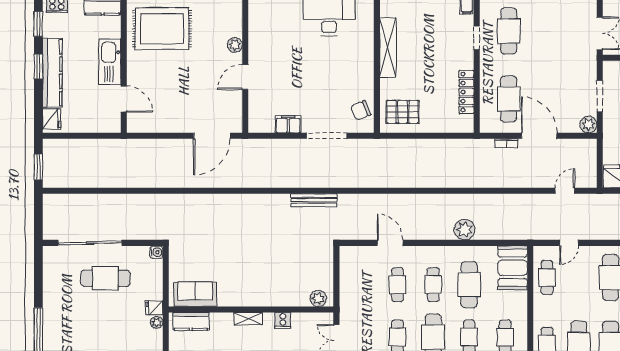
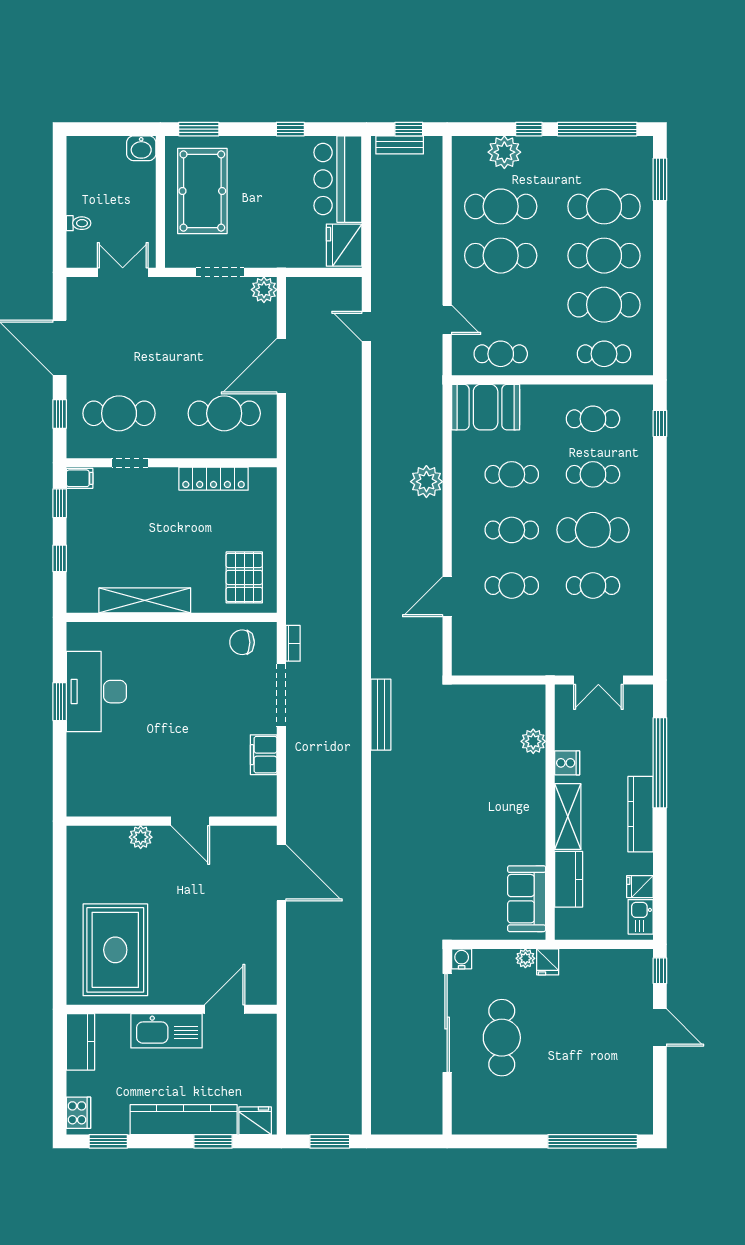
window: (38, 67) -> (213, 1141), moved
chair: (361, 110) -> (242, 642), turned 113
bookcase: (506, 143) -> (293, 643), moved
sliding door: (90, 243) -> (447, 1023), moved
cafe table: (469, 285) -> (512, 474), width x0.73, depth x0.74
plant: (318, 299) -> (533, 741), moved
shelving: (248, 319) -> (568, 817), width x1.50, depth x1.33
kitchen counter: (191, 321) -> (569, 879), moved
plant: (157, 322) -> (525, 958), moved

